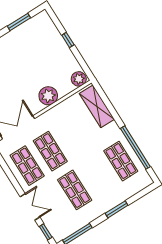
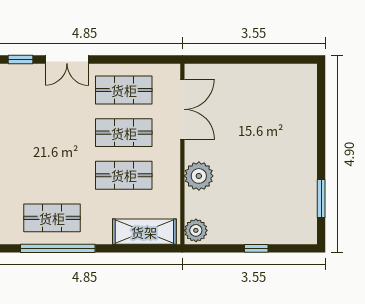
shop shelf: (75, 190) -> (124, 175), moved

